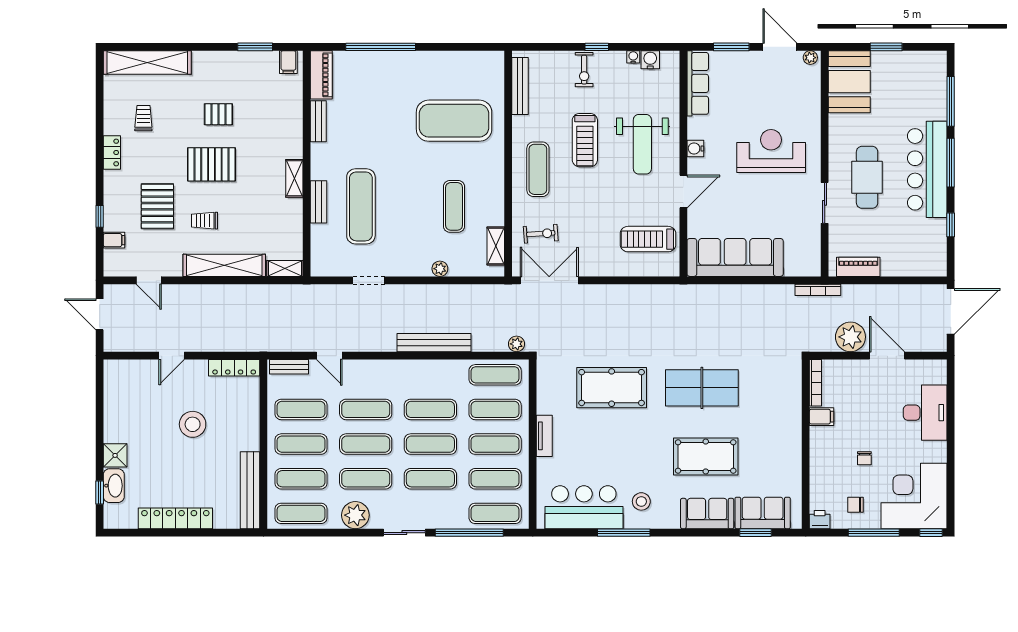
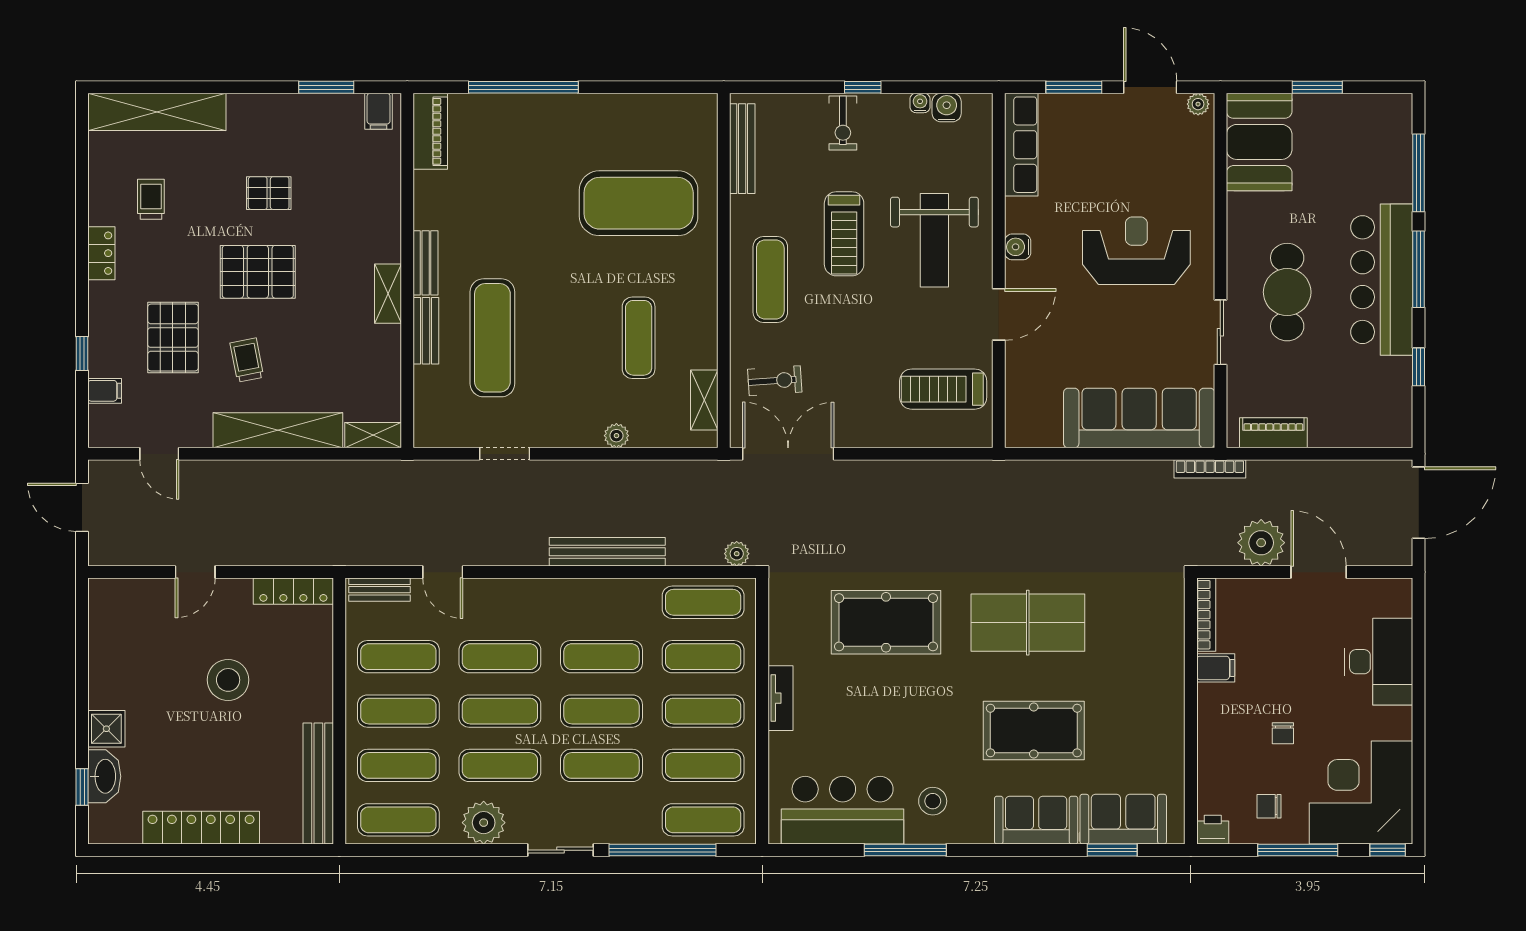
bench: (318, 121) -> (426, 263), moved
trolley: (205, 221) -> (247, 360), turned 79
sofa: (735, 257) -> (1139, 418), moved

